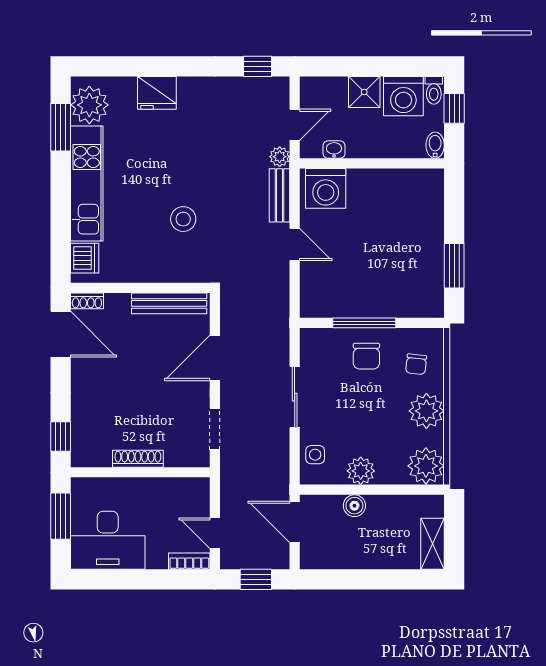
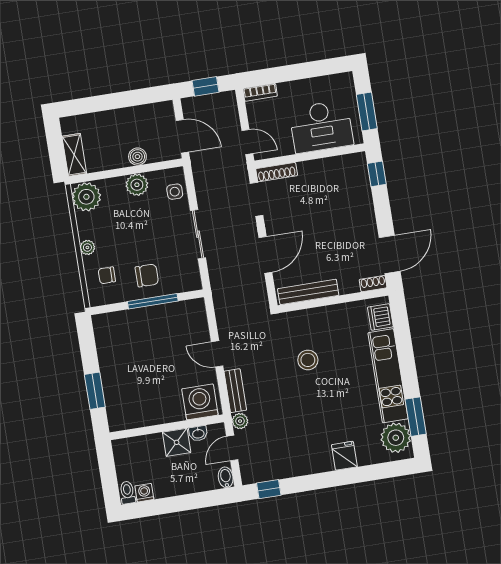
shower: (364, 92) -> (177, 442), moved
fridge: (157, 93) -> (344, 456), width x0.72
washing machine: (403, 96) -> (144, 493), width x0.53, depth x0.53
window: (454, 108) -> (109, 481), removed
bidet: (435, 145) -> (226, 477), moved, turned 180
window: (454, 266) -> (95, 391), moved
door: (61, 334) -> (390, 254), swing flipped
chair: (366, 356) -> (147, 275), turned 90
chair: (416, 364) -> (107, 275), turned -96
plant: (426, 411) -> (87, 247), width x0.53, depth x0.53
shoe rack: (138, 459) -> (277, 172), moved
door: (215, 533) -> (247, 142), moved
desk: (108, 540) -> (321, 127), moved, turned 180
shelving: (433, 544) -> (74, 155), moved

